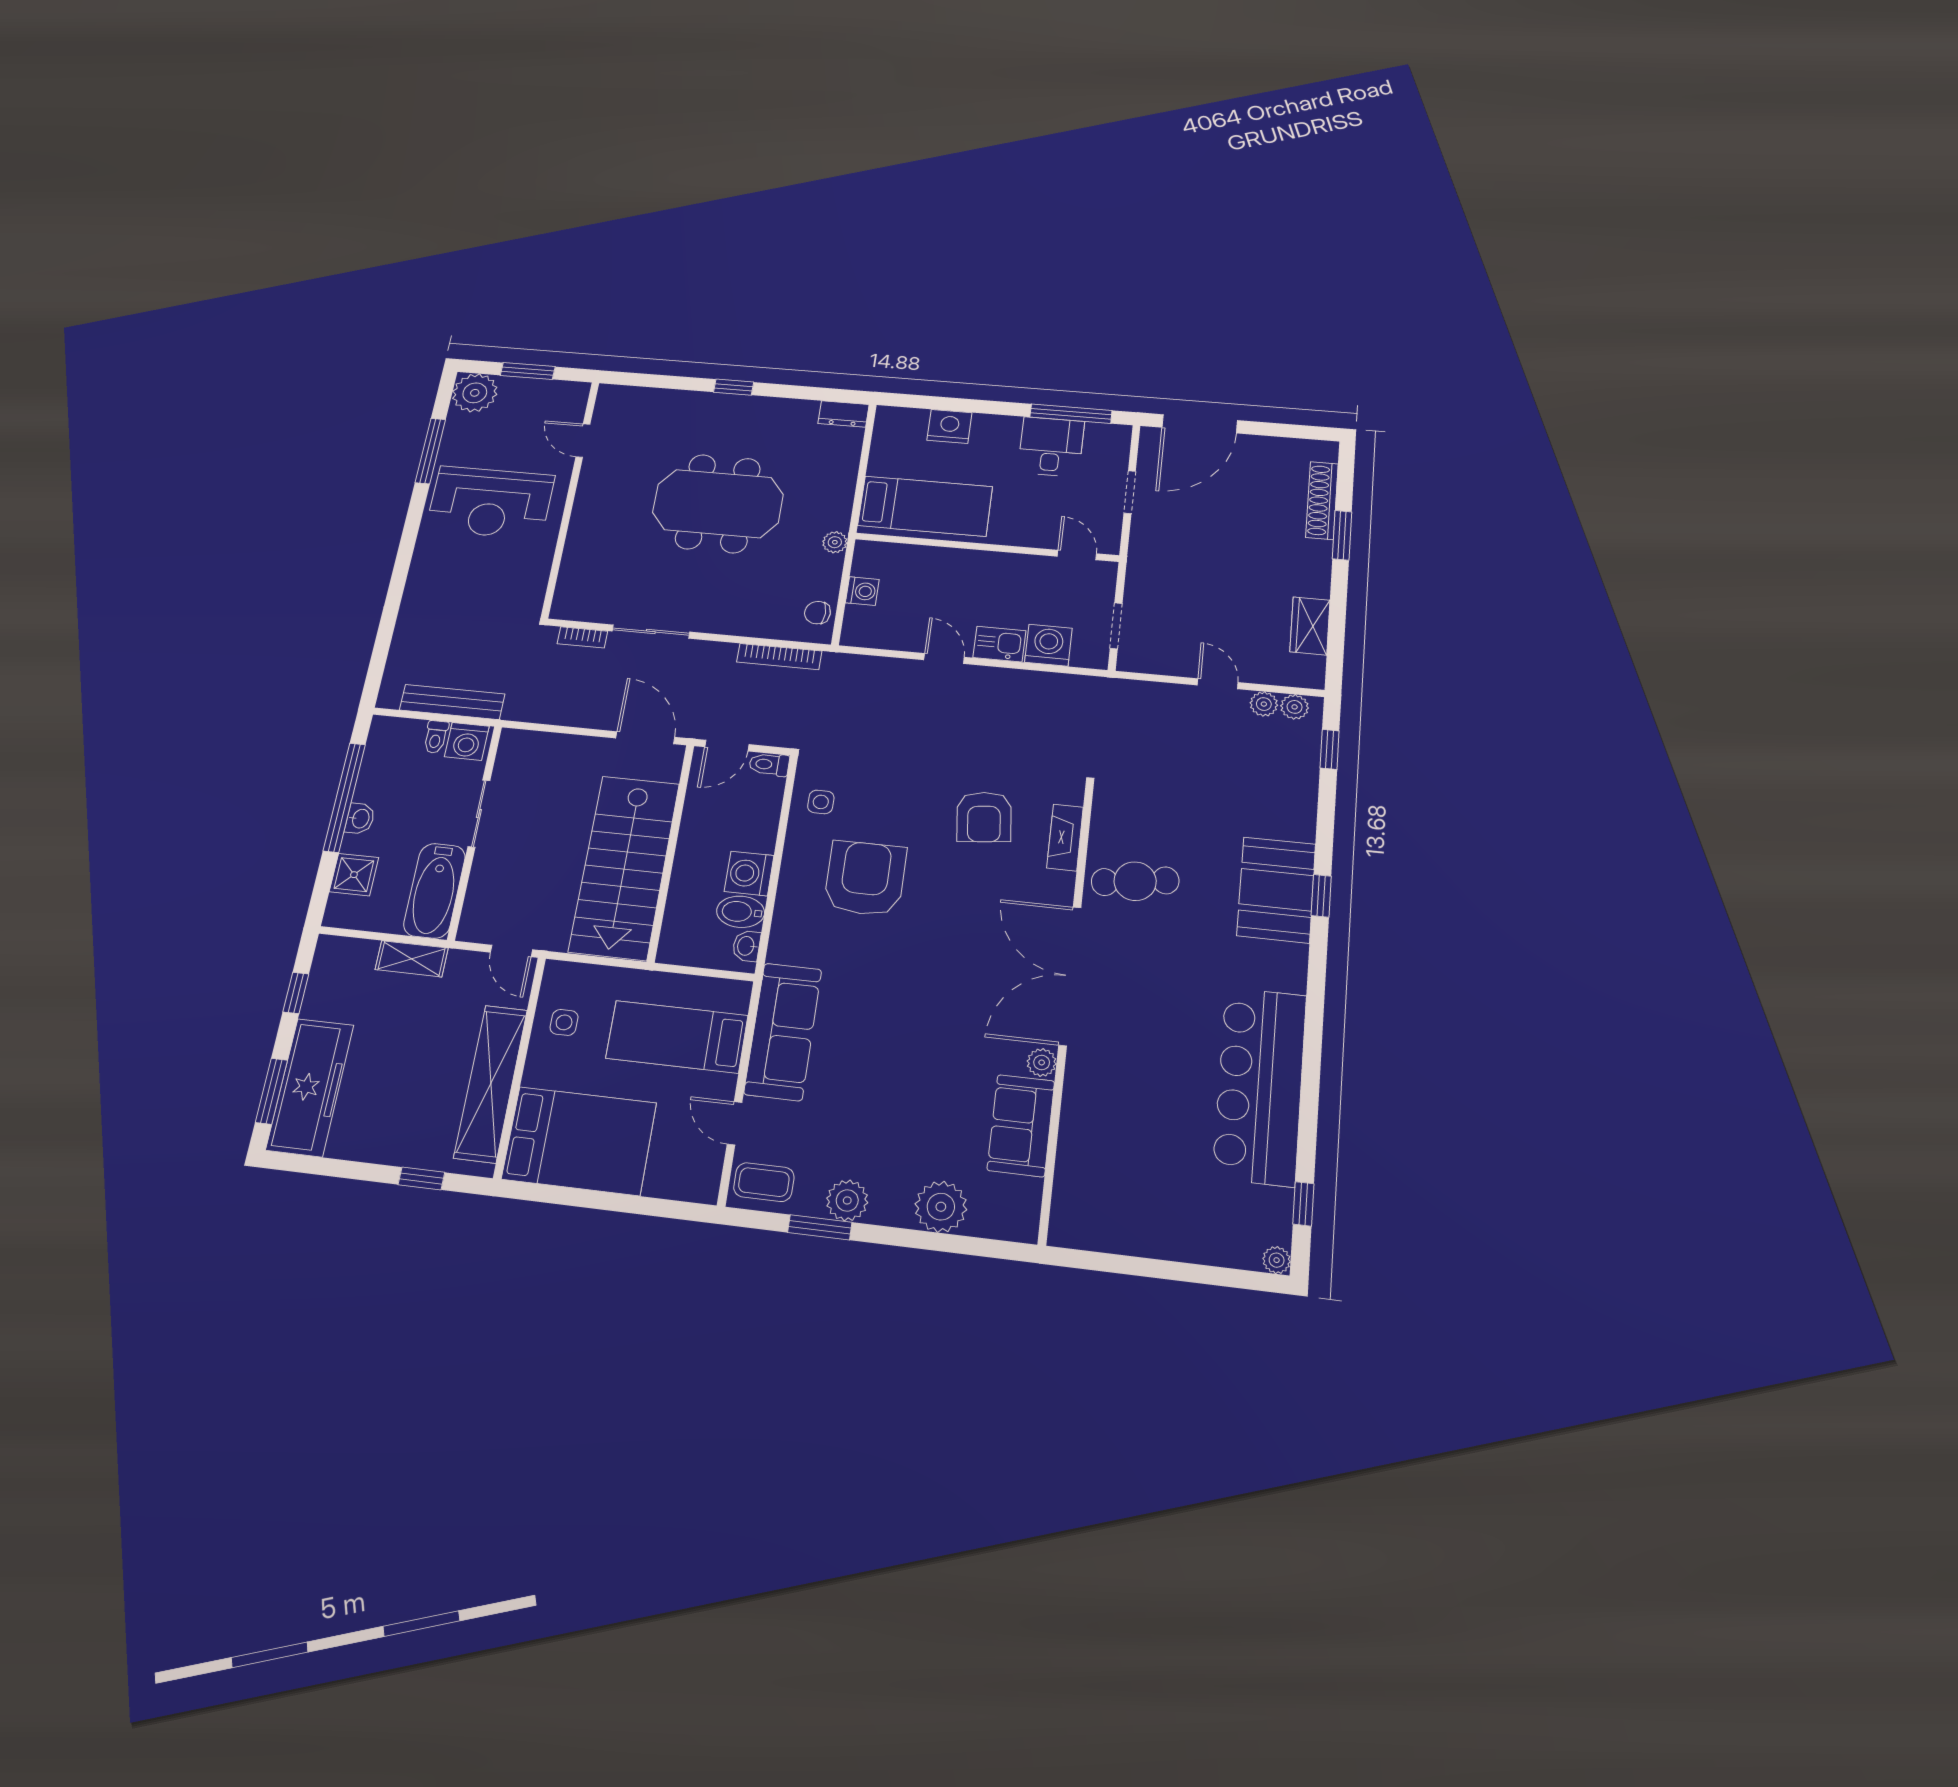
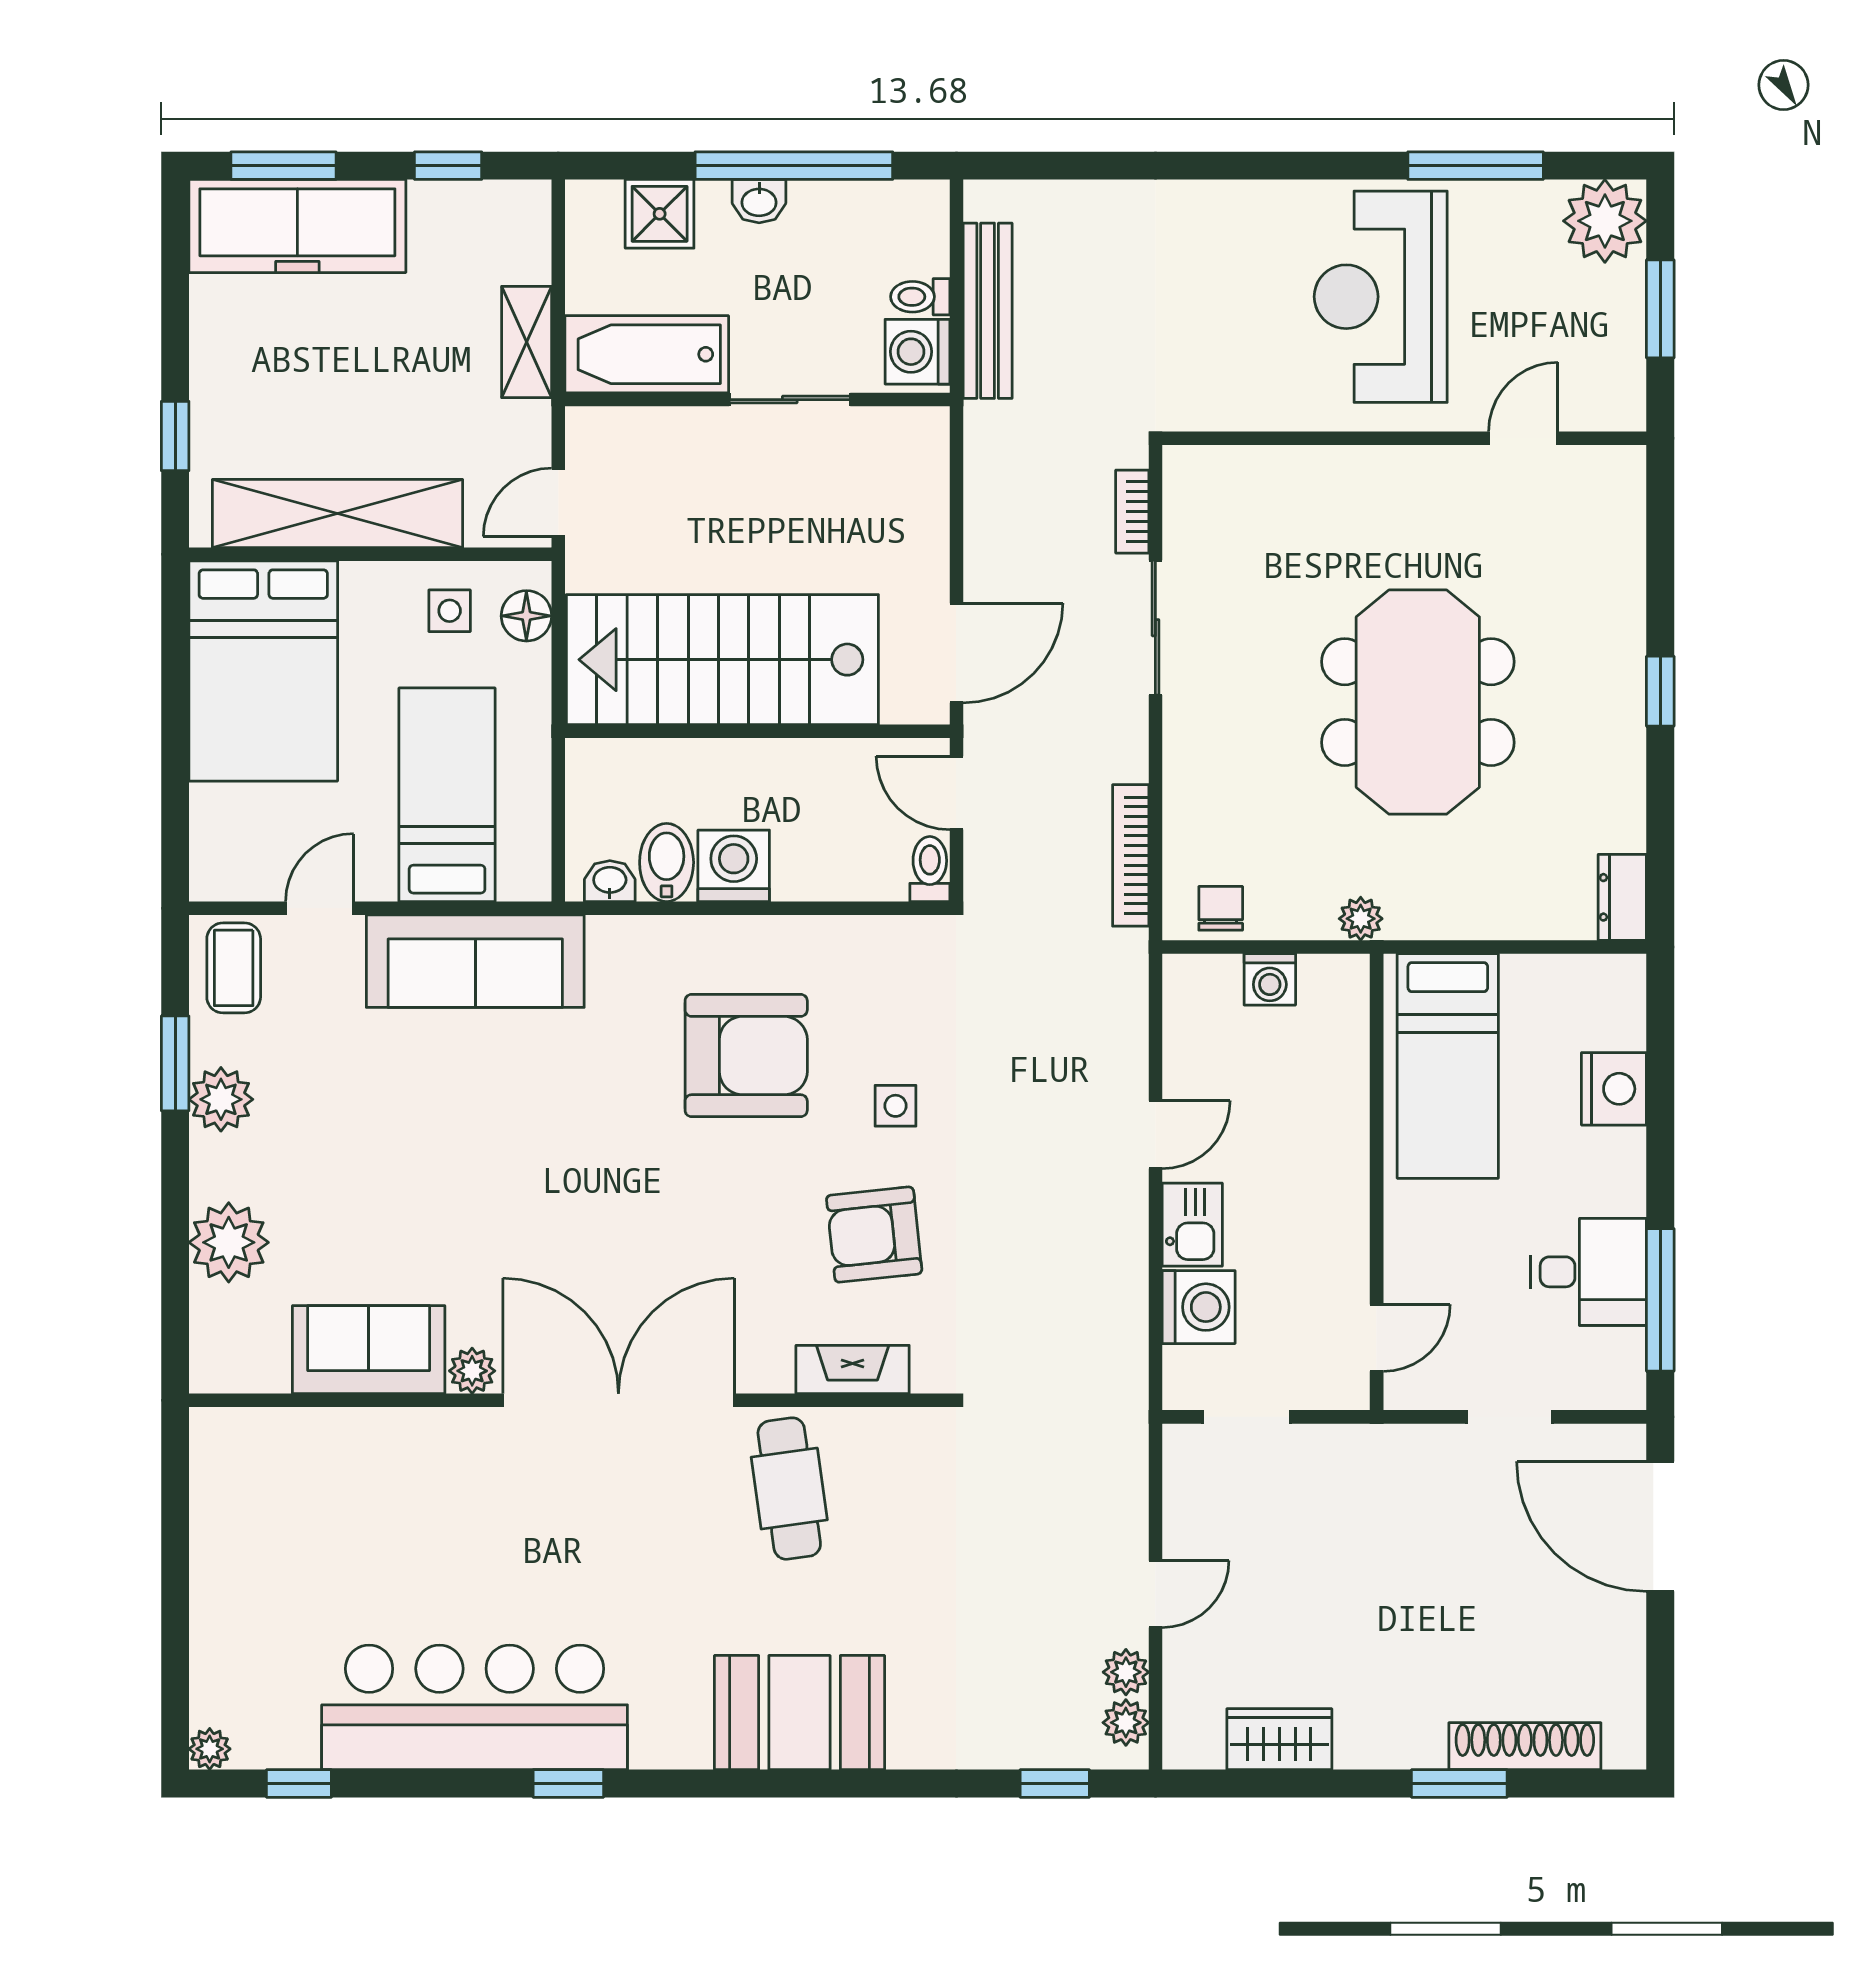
side table: (821, 802) -> (895, 1106), moved
window: (1321, 896) -> (568, 1783), moved
floor lamp: (576, 977) -> (526, 616), added

